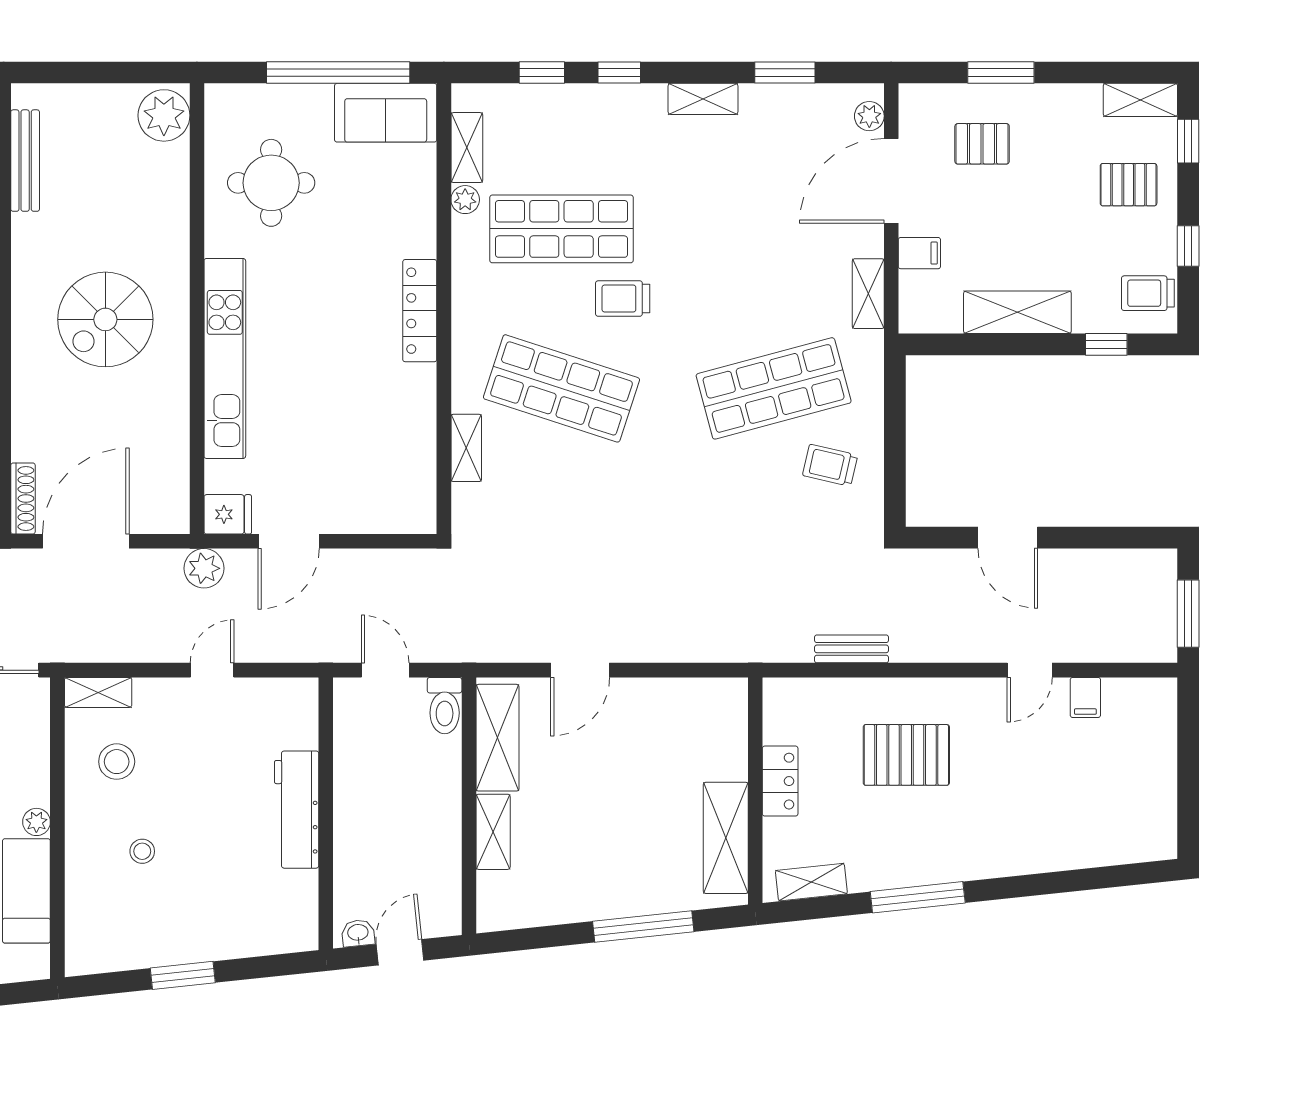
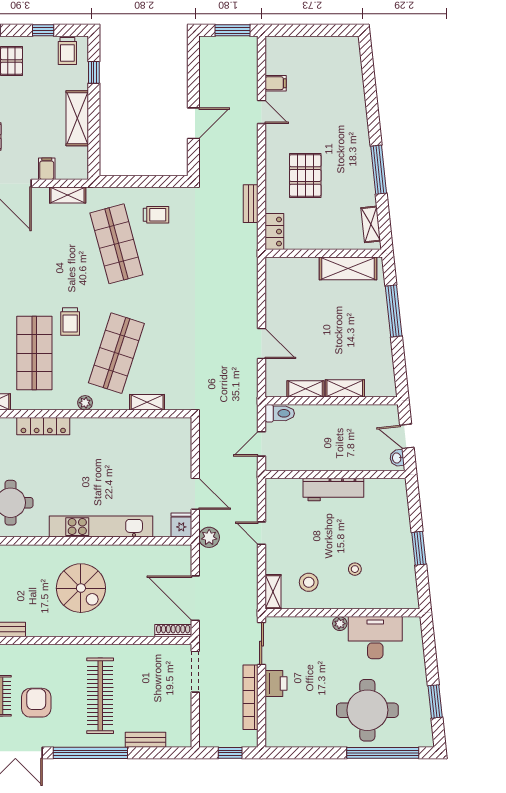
plant: (465, 200) -> (85, 403), moved
locker: (420, 311) -> (43, 426), moved
trolley: (830, 465) -> (156, 215), turned -103
shelving: (497, 738) -> (306, 389), width x0.67, depth x0.75
locker: (780, 781) -> (274, 232), moved, turned 90

